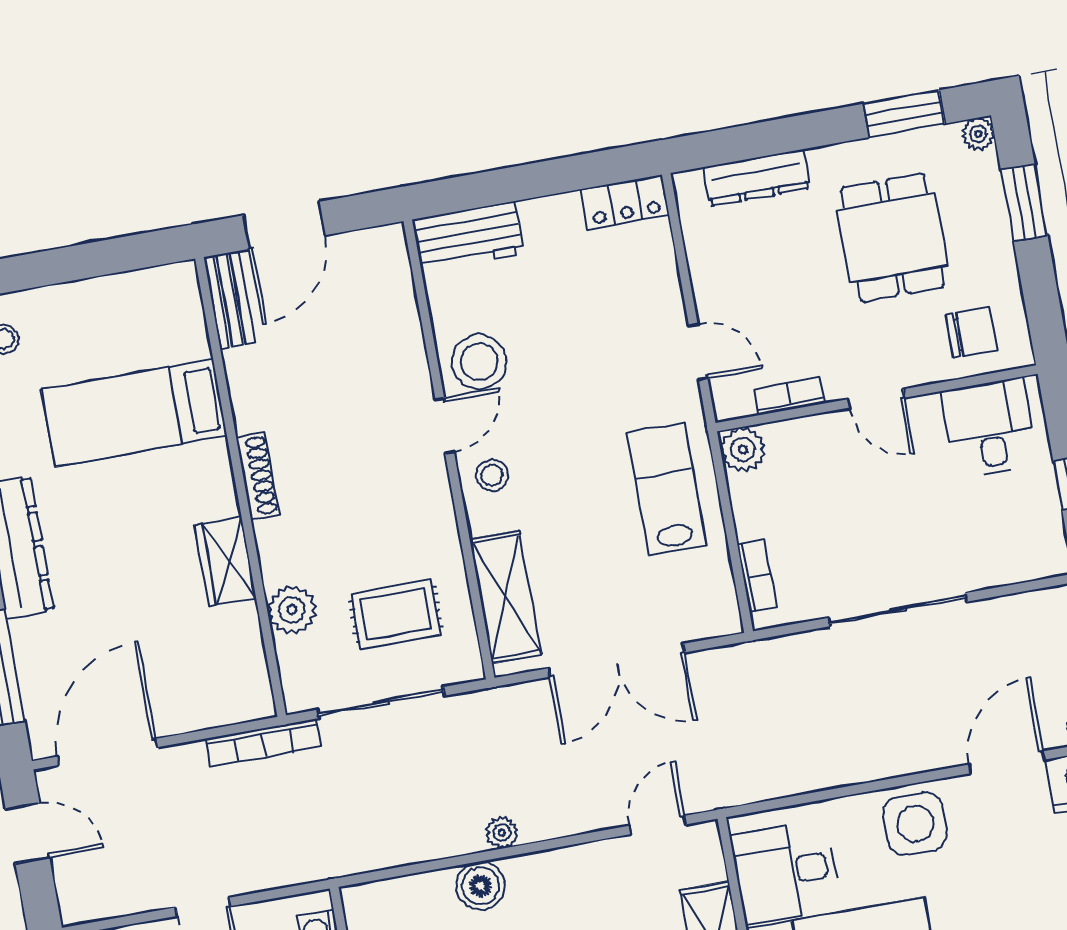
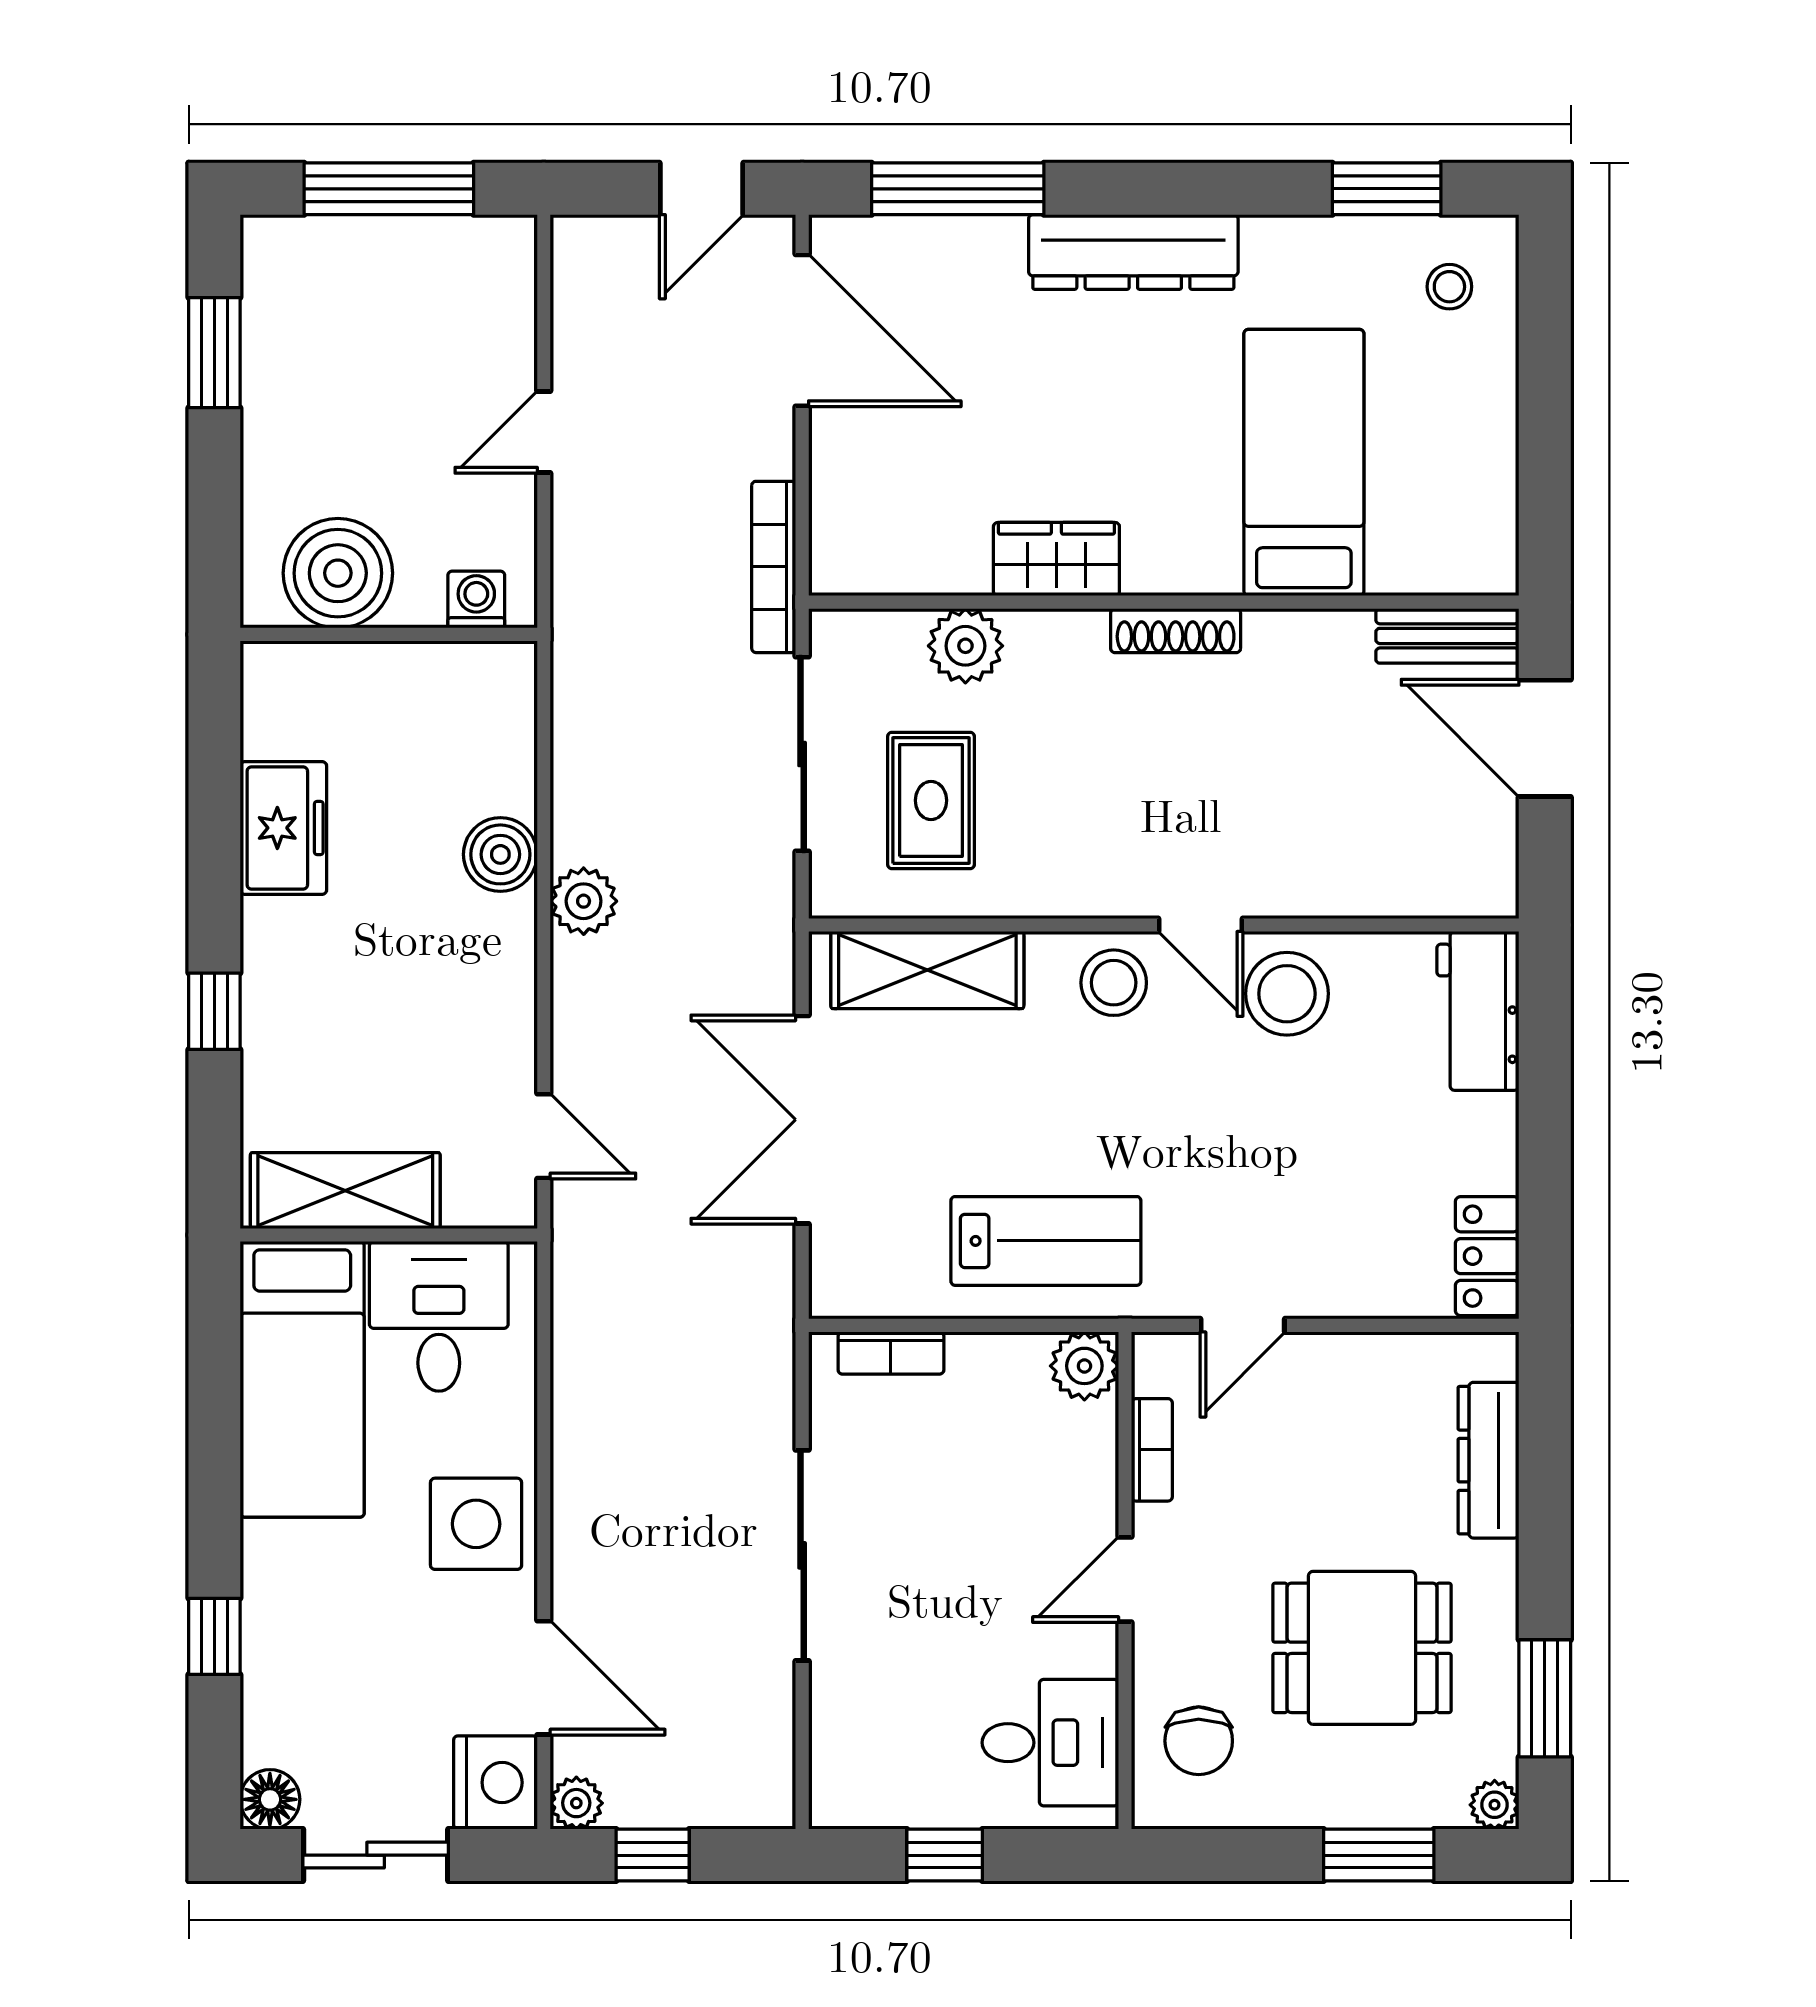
stool: (492, 475) -> (1114, 983), width x1.37, depth x1.37
plant: (502, 833) -> (584, 901), width x1.38, depth x1.38

